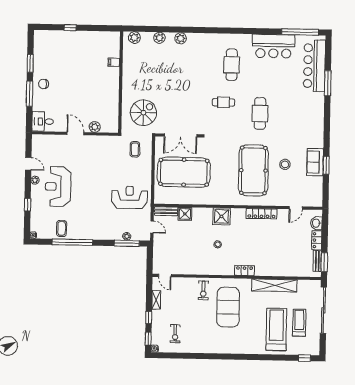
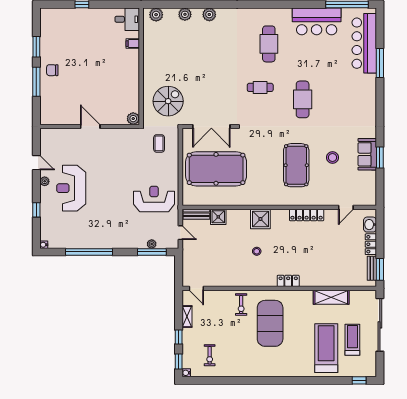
desk: (43, 121) -> (127, 19), moved, turned 180
plant: (95, 127) -> (133, 119), moved
pool table: (253, 170) -> (296, 165), width x0.73, depth x0.76
coffee table: (62, 228) -> (76, 236), removed
shelving: (274, 285) -> (331, 297), width x0.68

